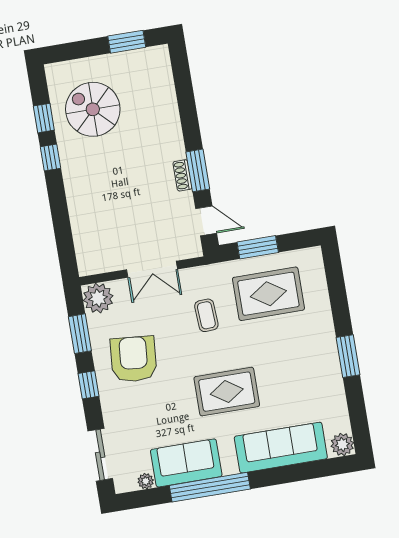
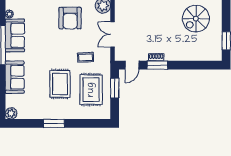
spiral stairs: (93, 109) -> (196, 19), turned 180
armchair: (134, 359) -> (70, 18), turned 85
rug: (227, 392) -> (60, 84), moved
sofa: (281, 448) -> (15, 77), width x0.73

